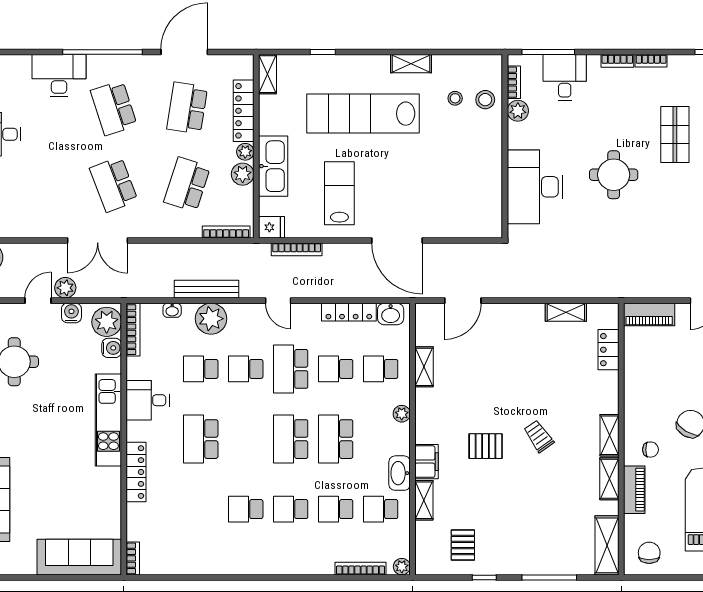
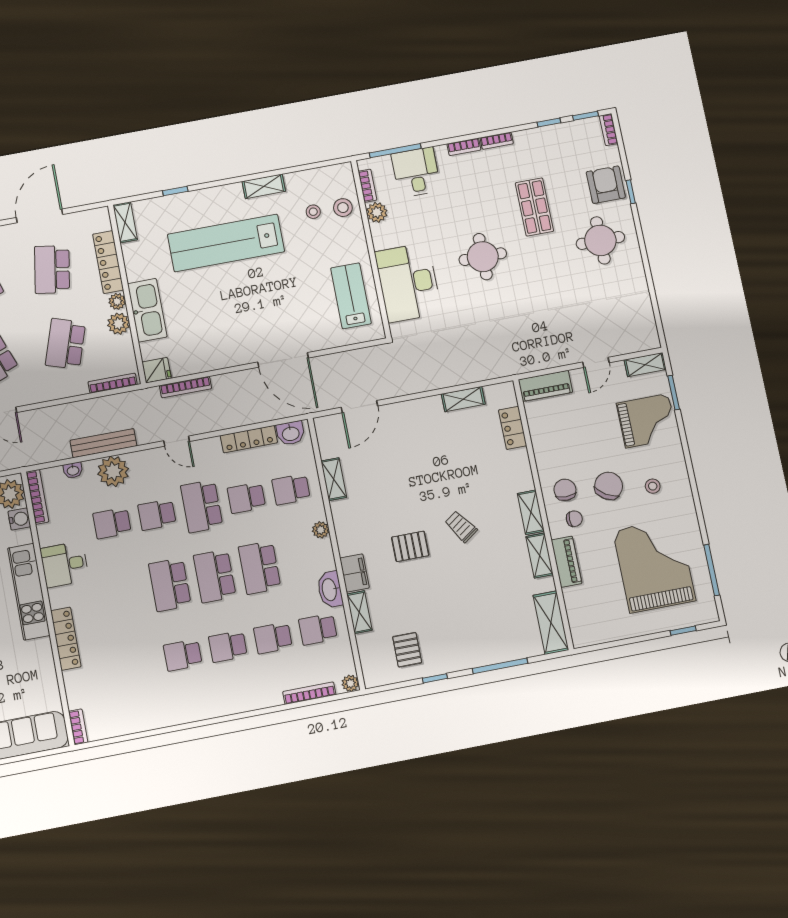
lab bench: (339, 193) -> (351, 296), moved
school desk: (201, 439) -> (170, 585), moved
chair: (649, 553) -> (565, 490), moved

